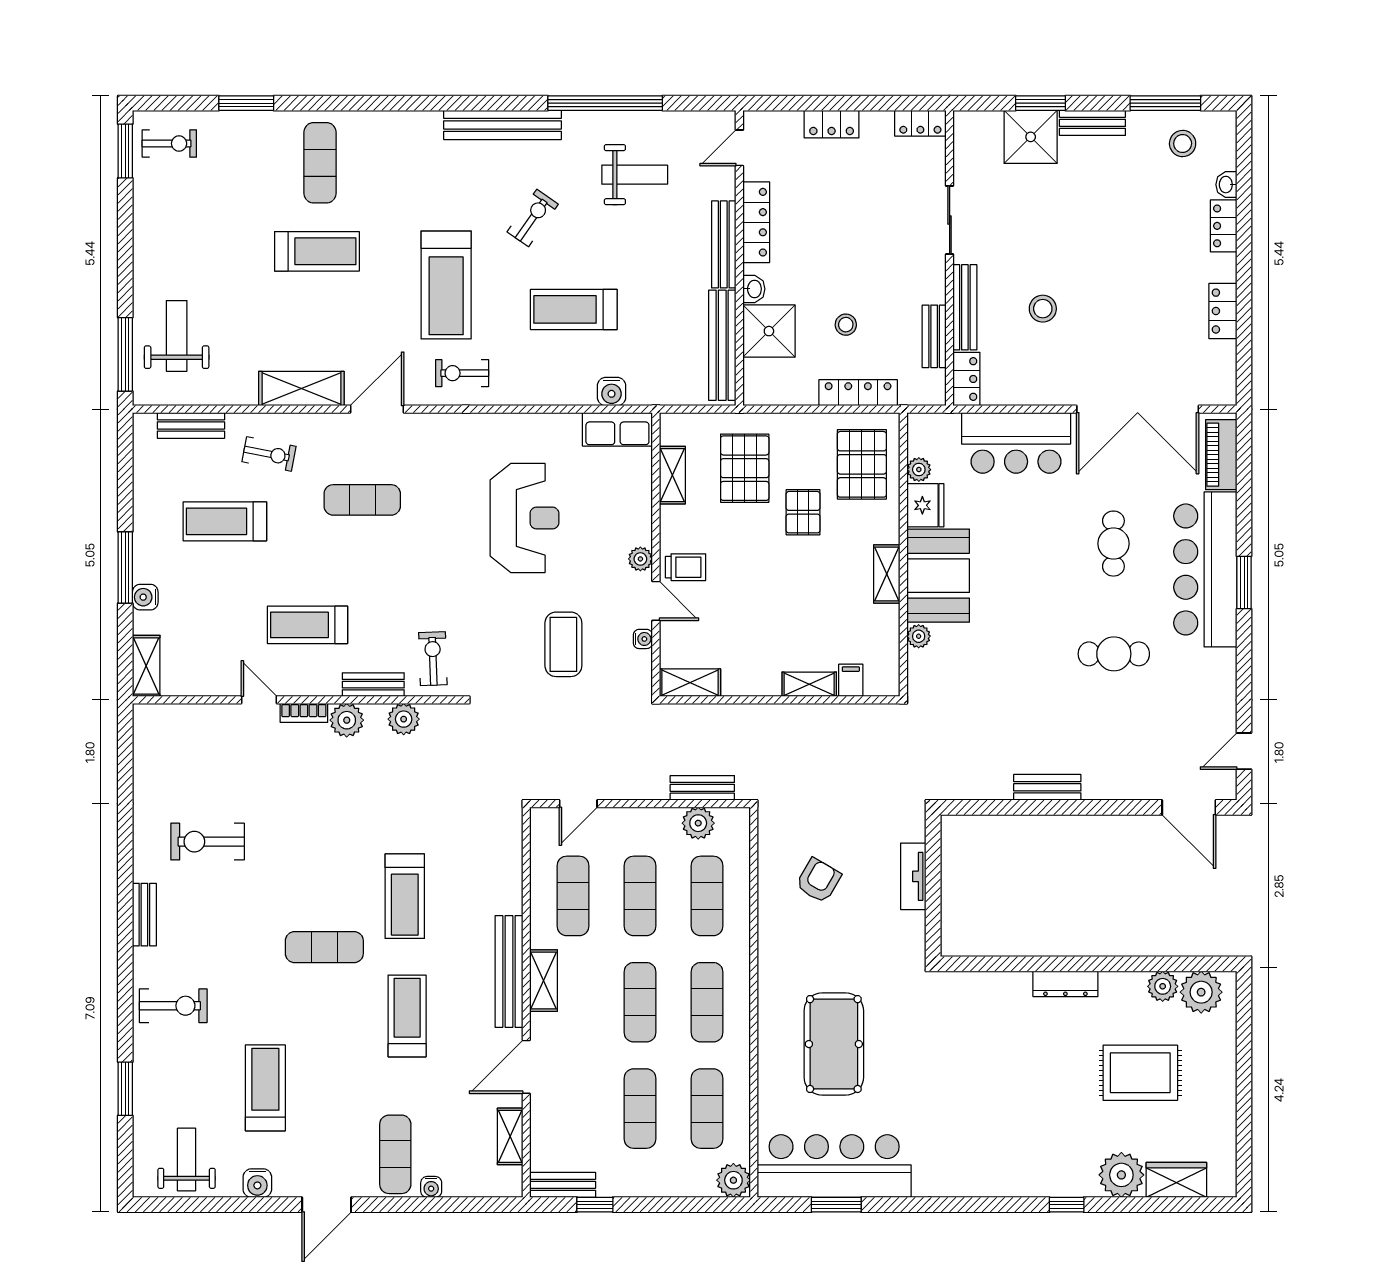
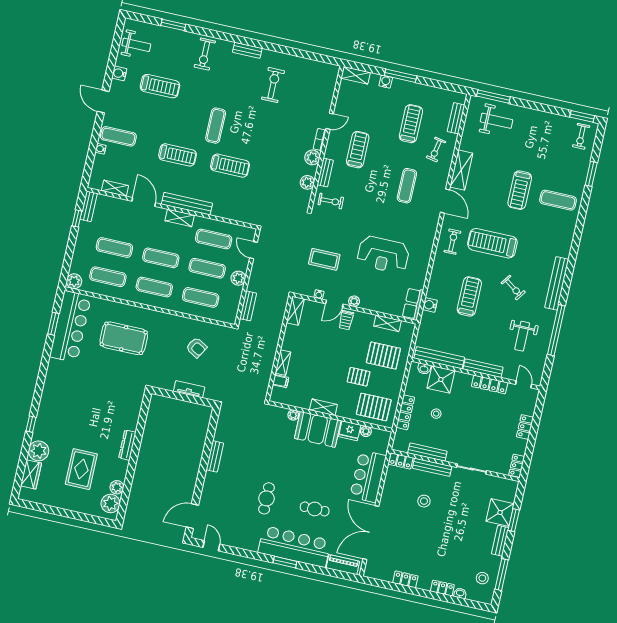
washbasin: (754, 289) -> (424, 369), moved
bench: (934, 336) -> (427, 452), width x1.36
plant: (698, 823) -> (238, 278), moved
treadmill: (405, 896) -> (230, 166), turned 180

